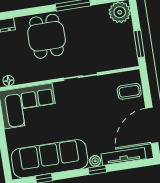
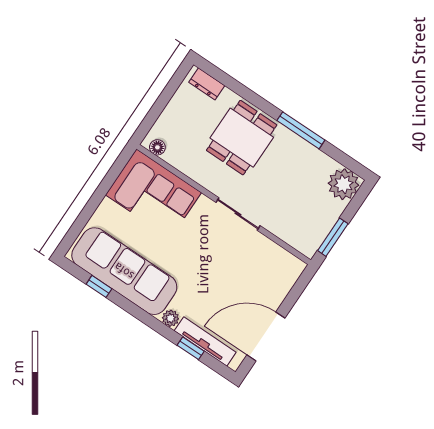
coffee table: (129, 91) -> (276, 278), removed
window: (97, 170) -> (191, 348), moved

